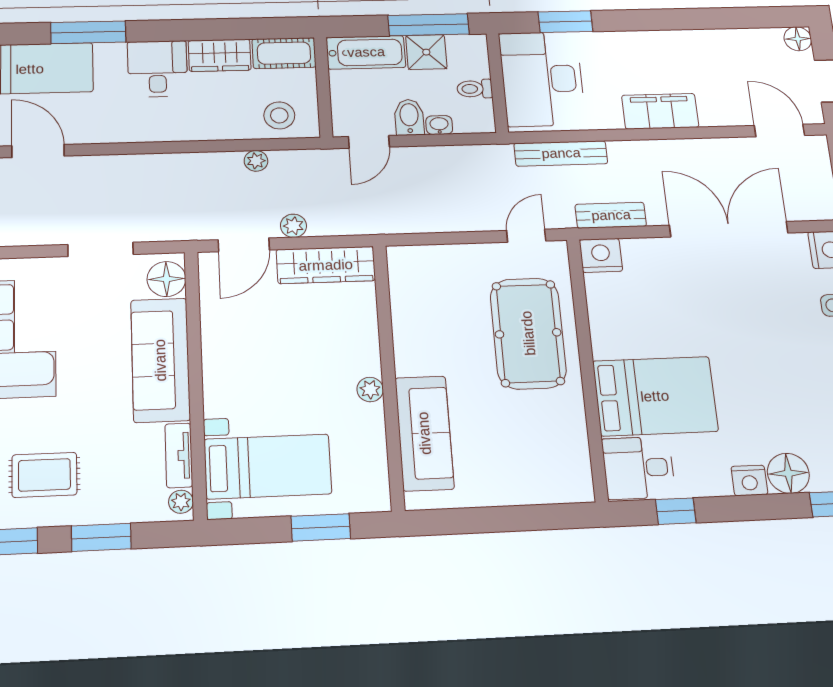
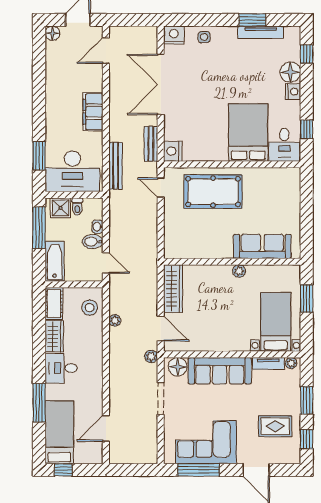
shower: (426, 52) -> (60, 208), moved
plant: (293, 226) -> (151, 356), moved
rug: (44, 475) -> (275, 426), turned 90

